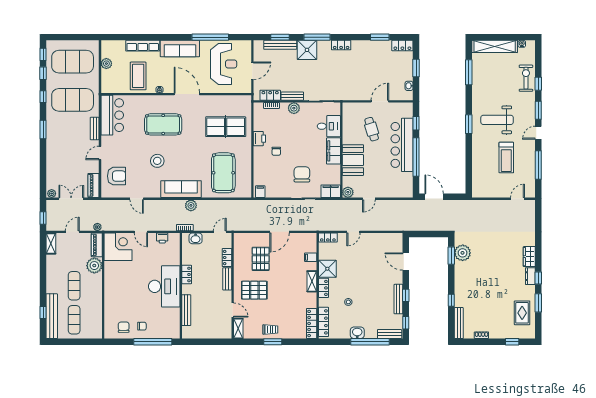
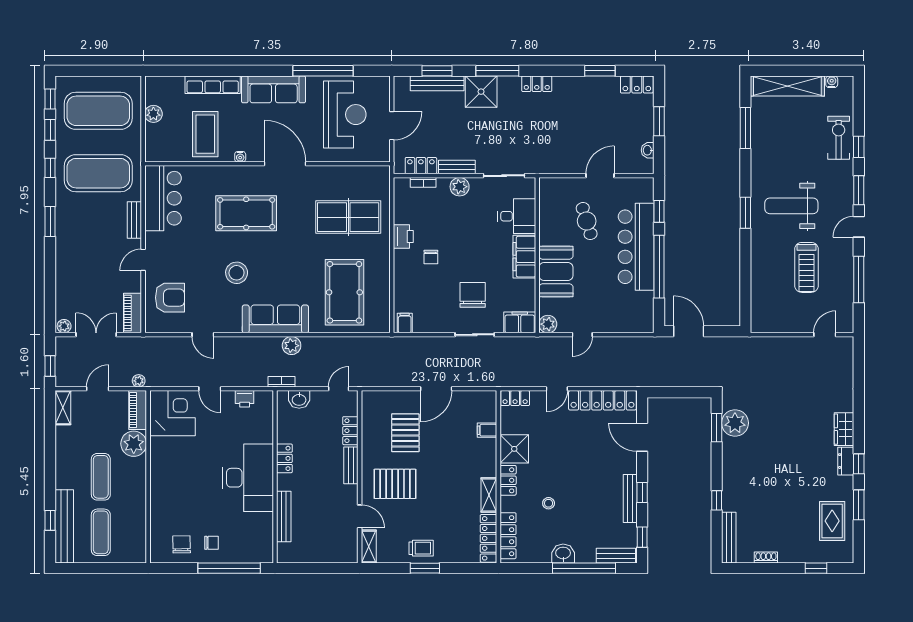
locker: (381, 239) -> (602, 400), added
shelving: (312, 281) -> (489, 495), moved

